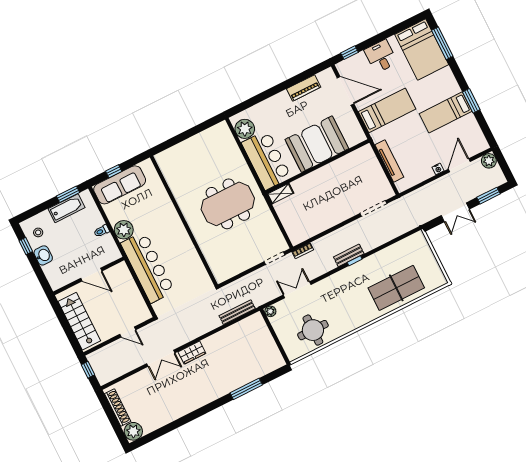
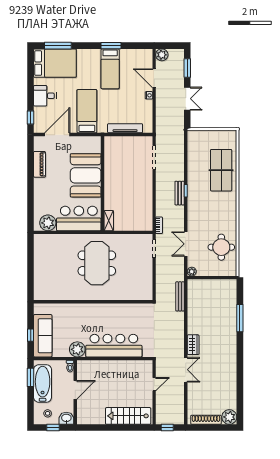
bathtub: (67, 208) -> (43, 383), width x1.36, depth x1.36
door: (91, 275) -> (75, 390), moved
wall: (89, 276) -> (75, 392), moved

